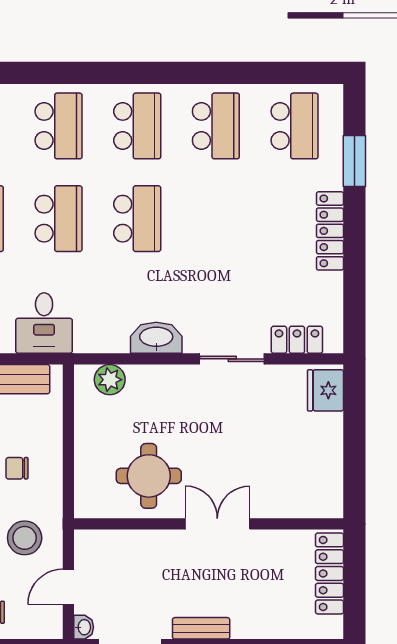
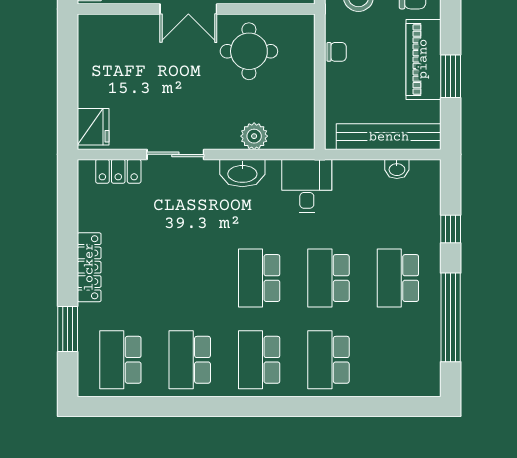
desk: (44, 323) -> (307, 186), moved
plant: (110, 380) -> (254, 136), moved
chair: (17, 468) -> (337, 52), moved

